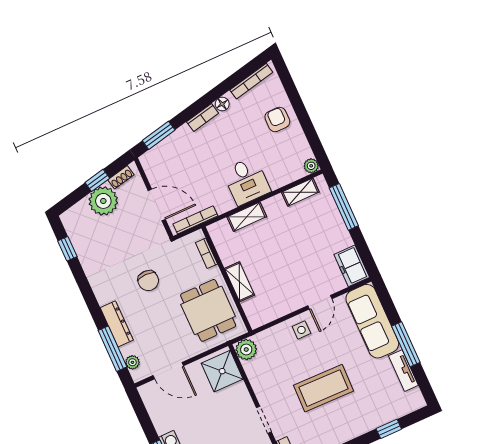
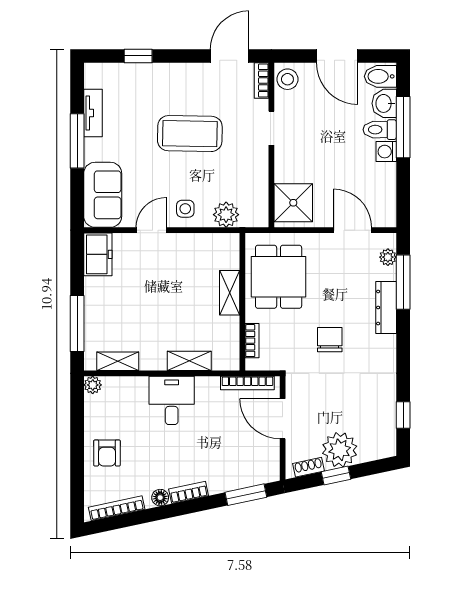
sofa: (372, 321) -> (103, 195), width x0.73
plant: (246, 350) -> (226, 215), moved

